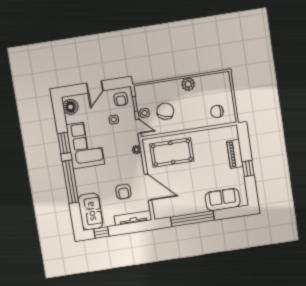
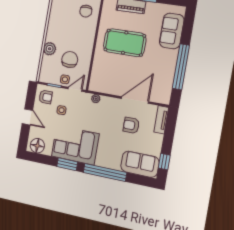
plant: (188, 84) -> (50, 49), moved
chair: (165, 111) -> (70, 60), turned 73
pool table: (172, 153) -> (125, 43), moved, turned 90
armchair: (123, 192) -> (131, 125), turned 180
tv unit: (133, 218) -> (161, 120), width x0.71

